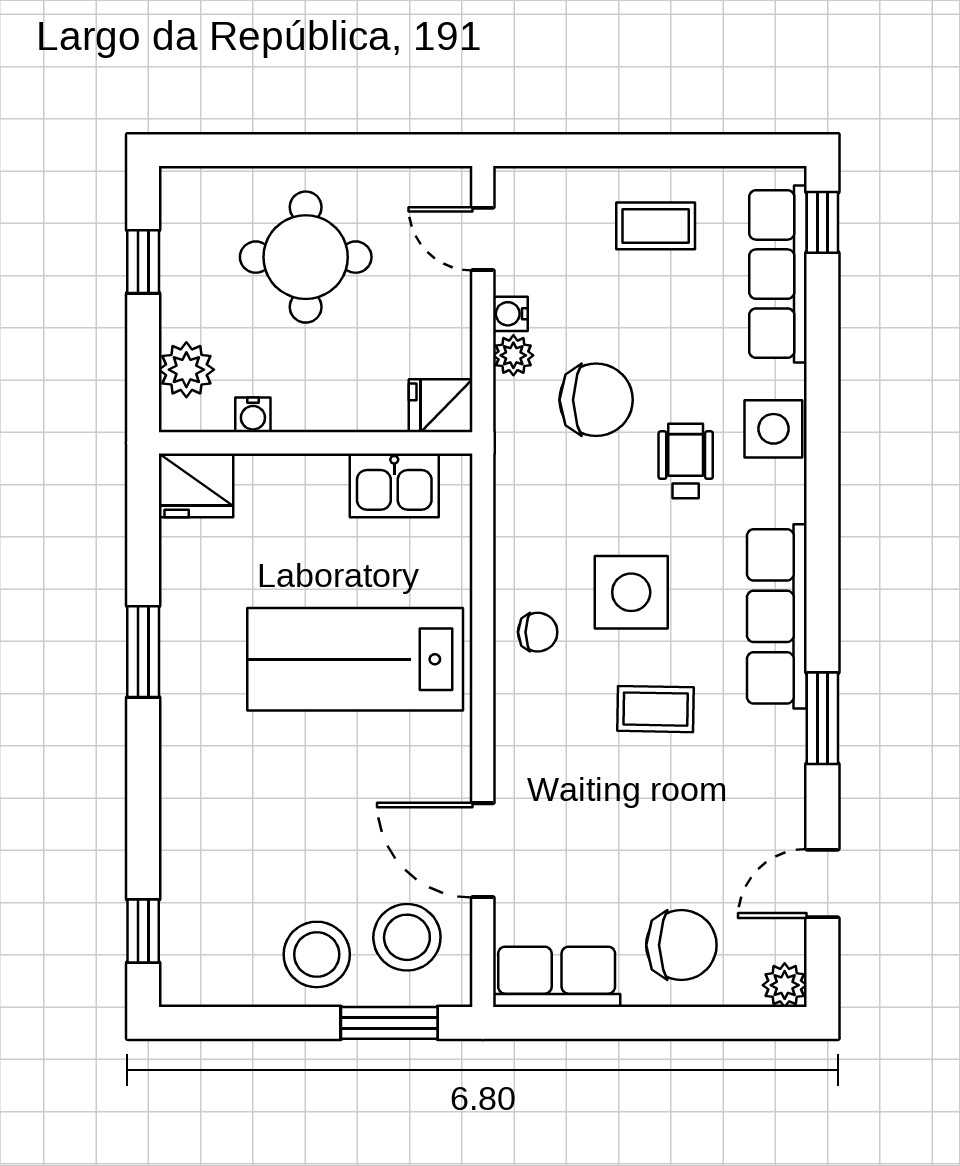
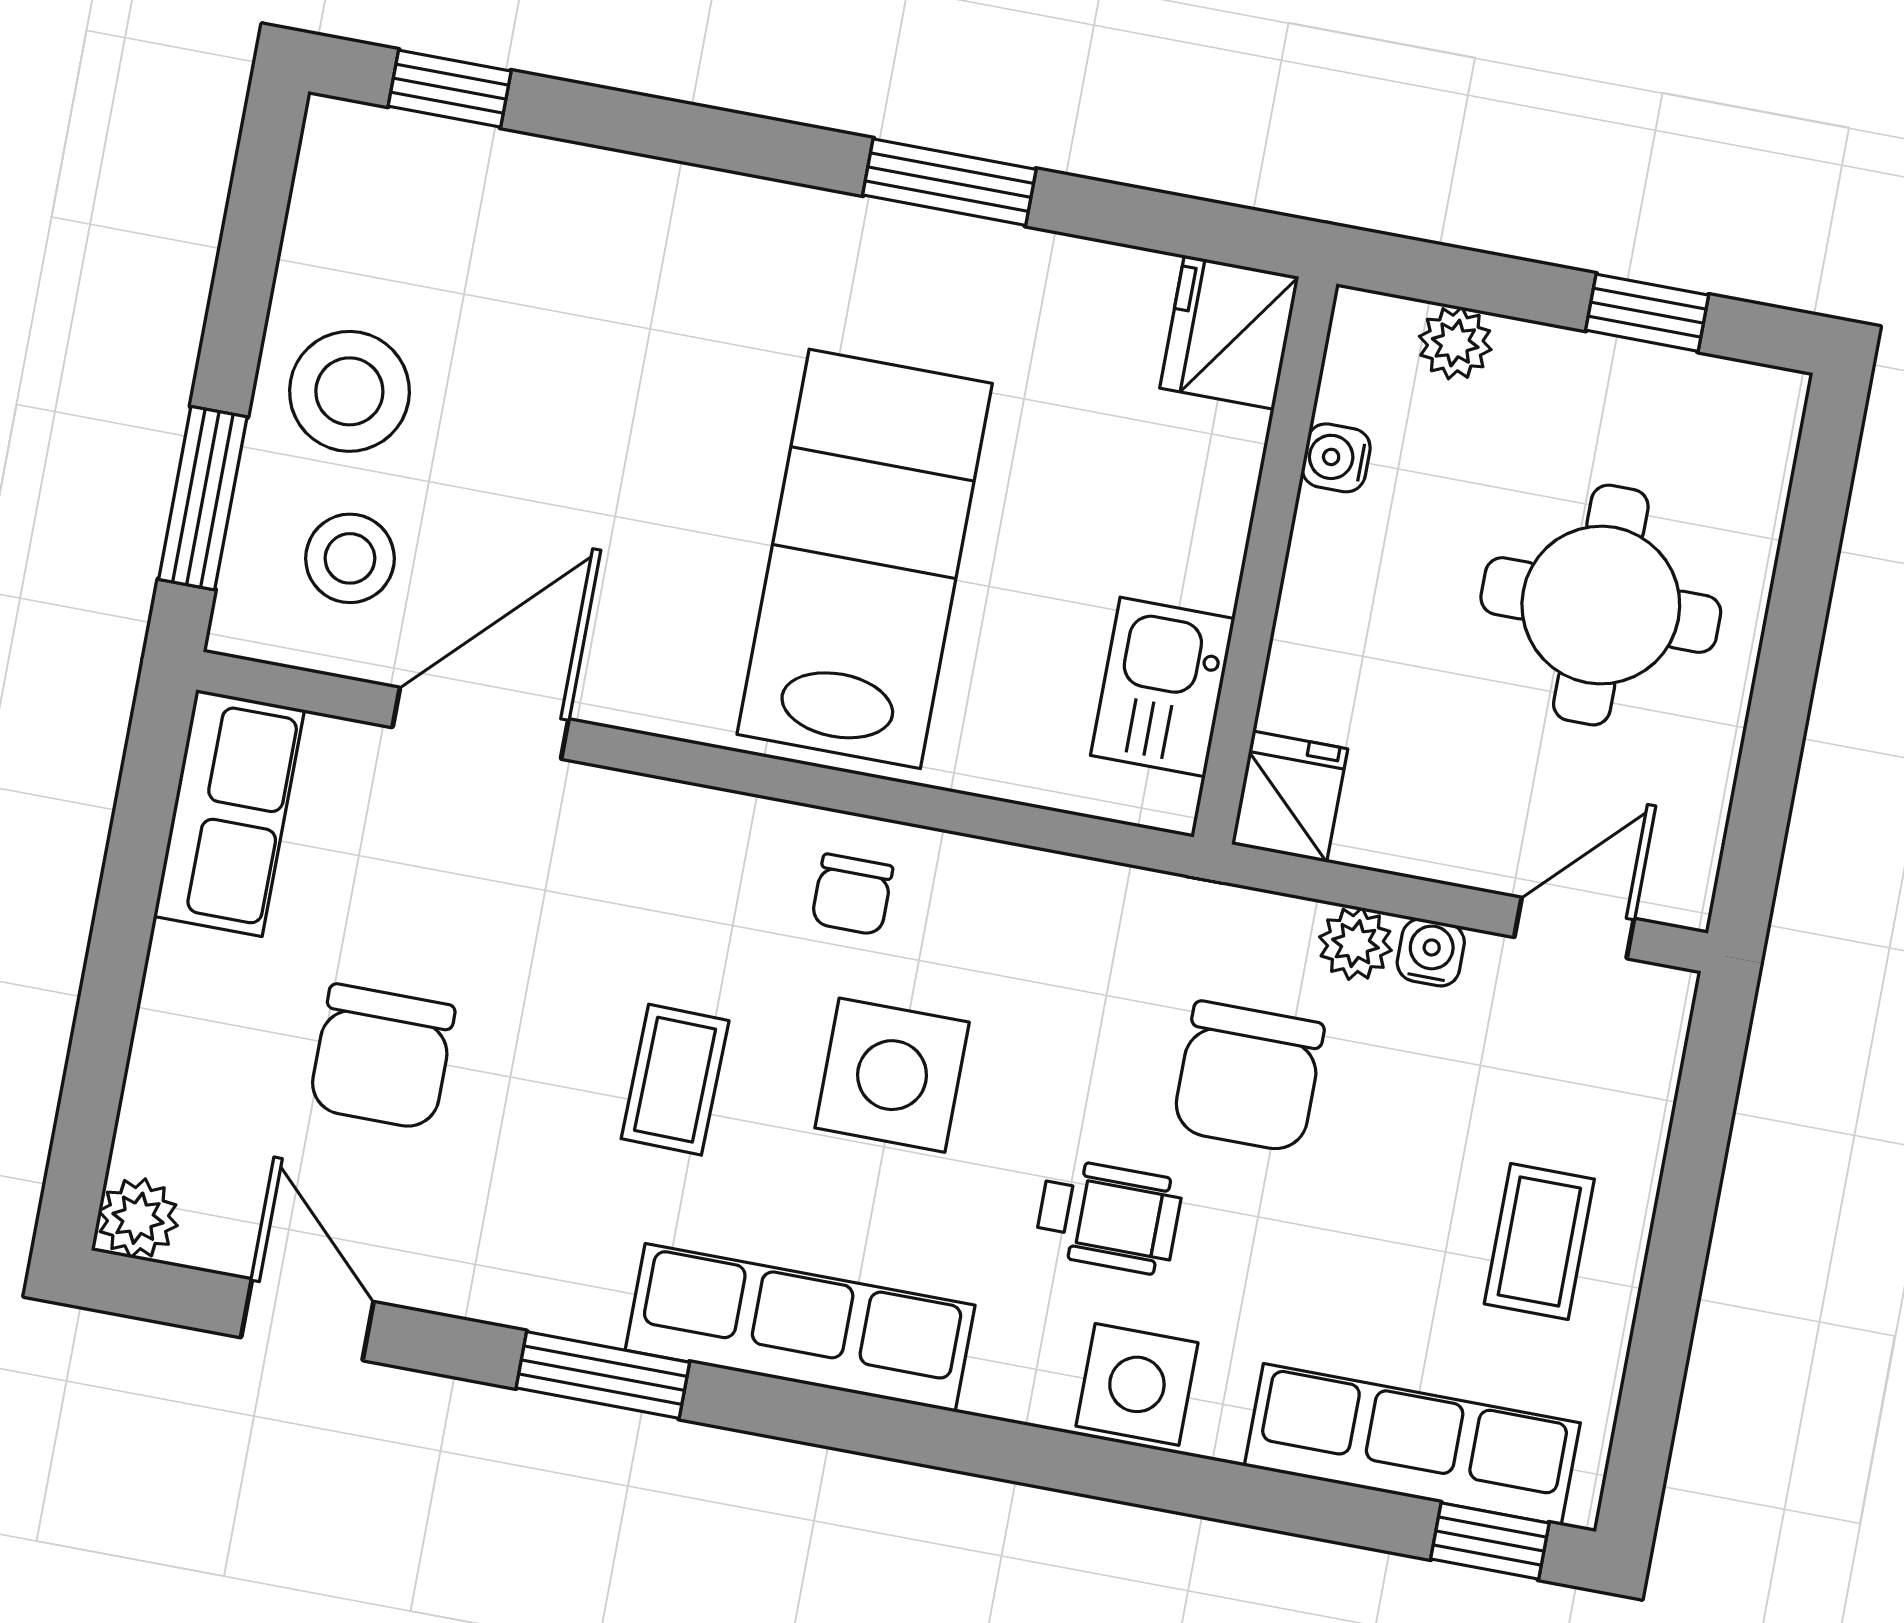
plant: (186, 370) -> (1455, 343), width x0.73, depth x0.73
stool: (407, 937) -> (350, 558), width x0.73, depth x0.73
chair: (681, 945) -> (382, 1057), moved

